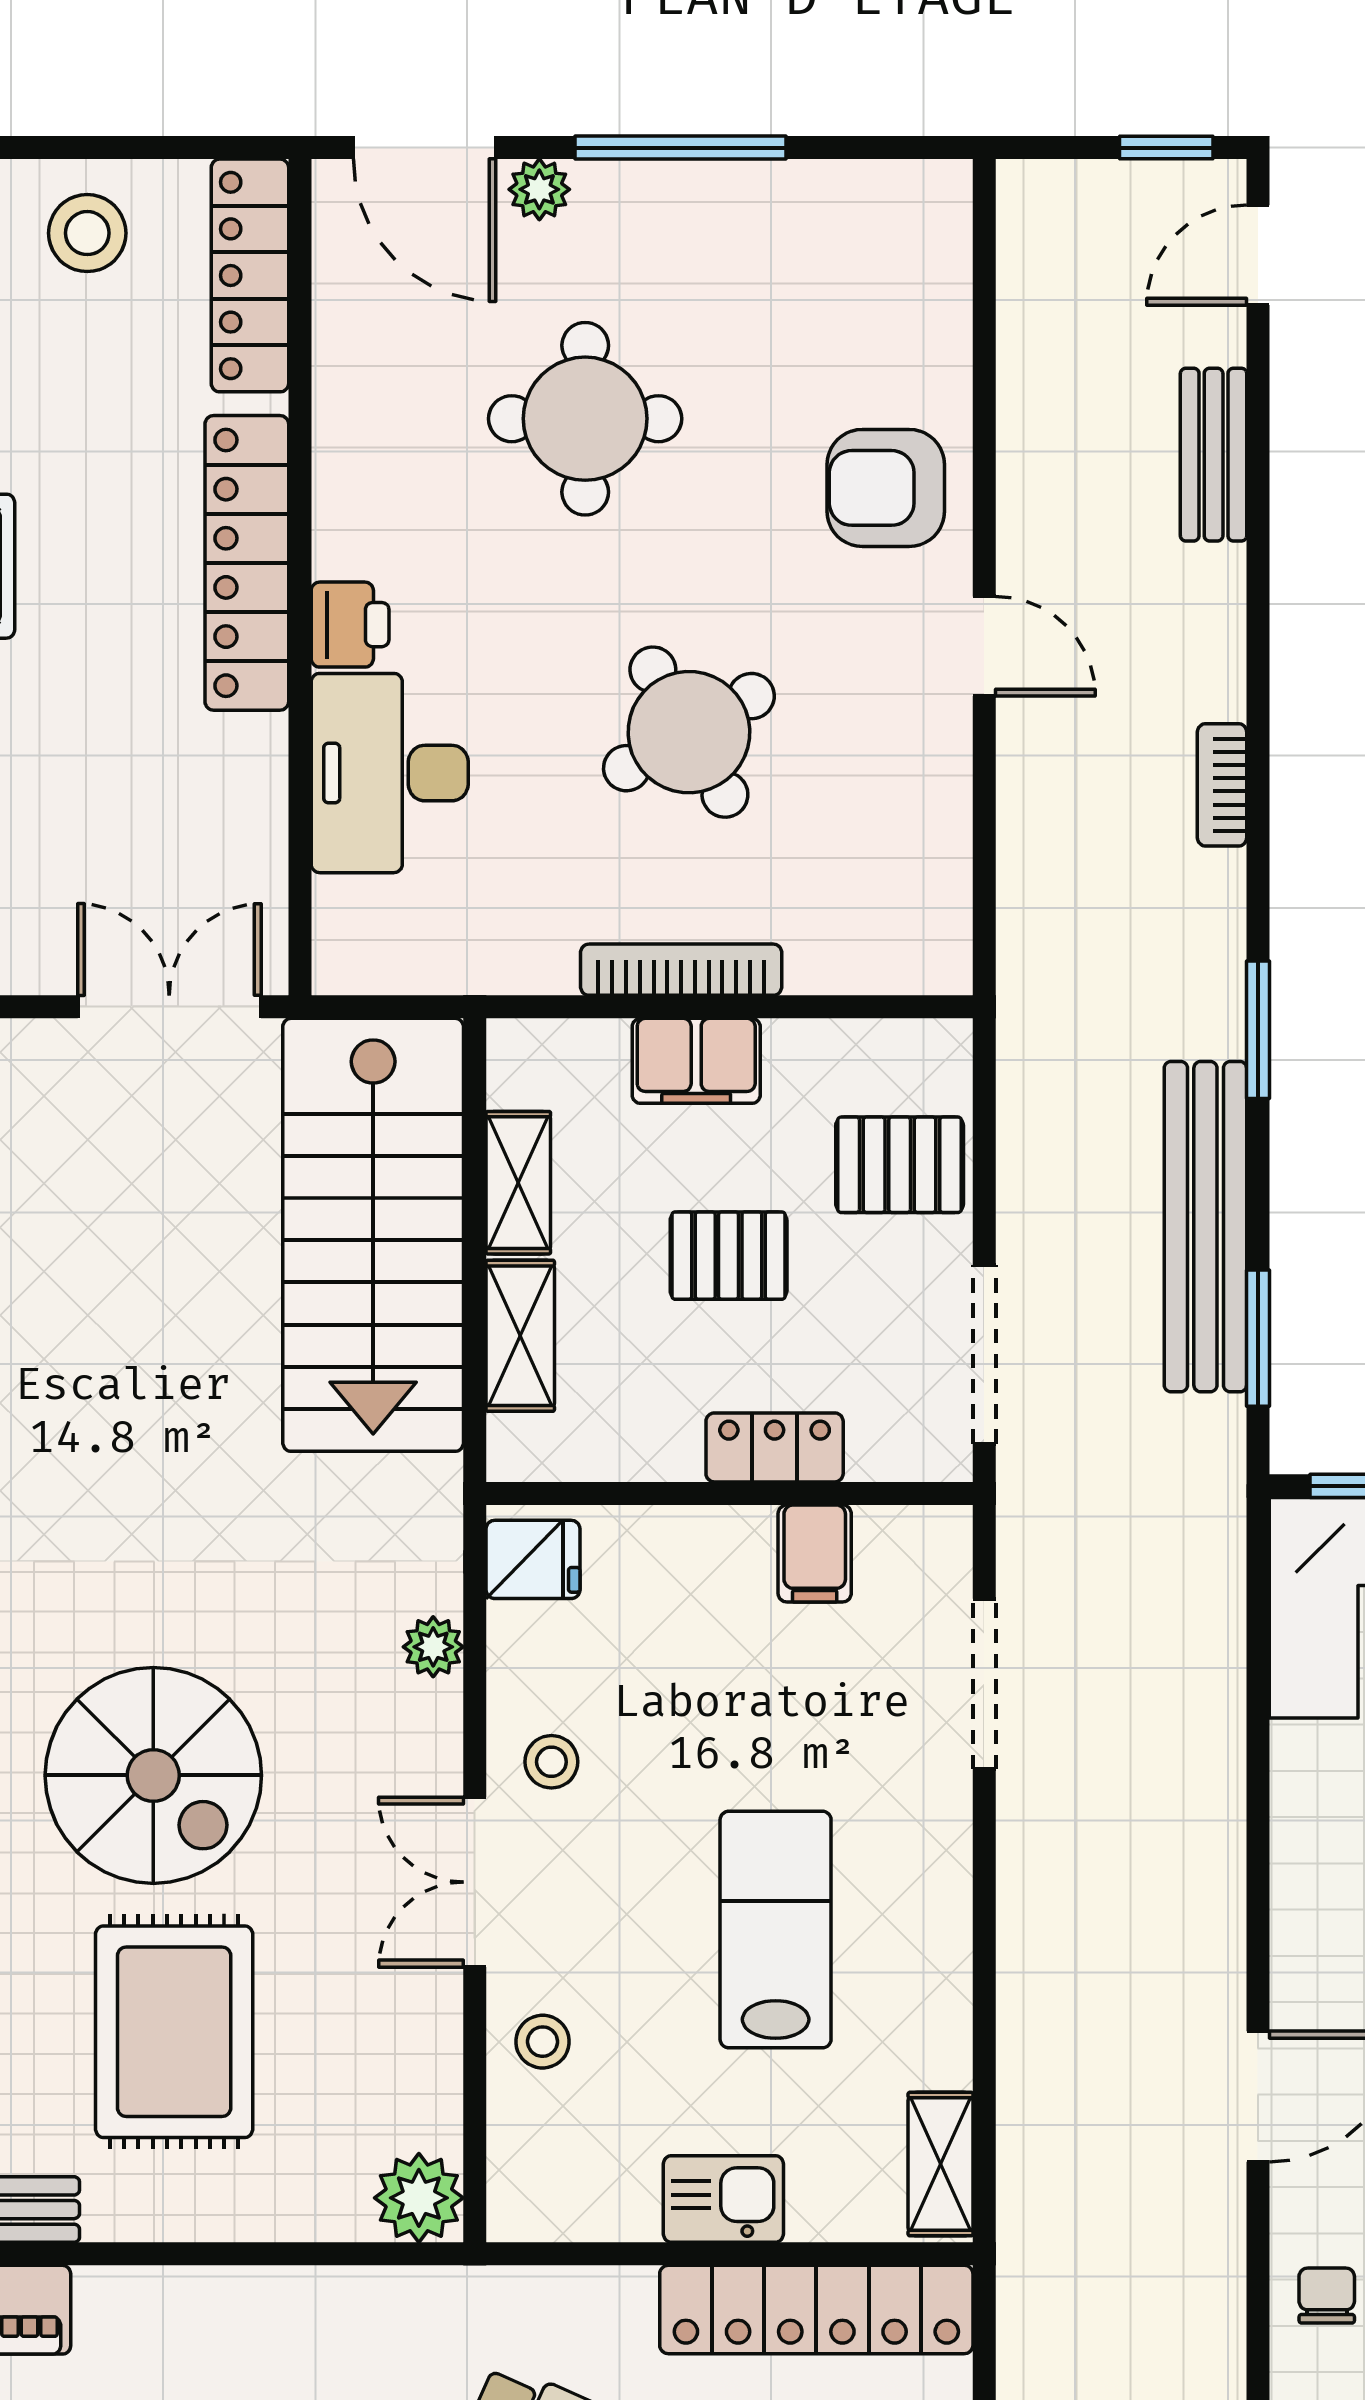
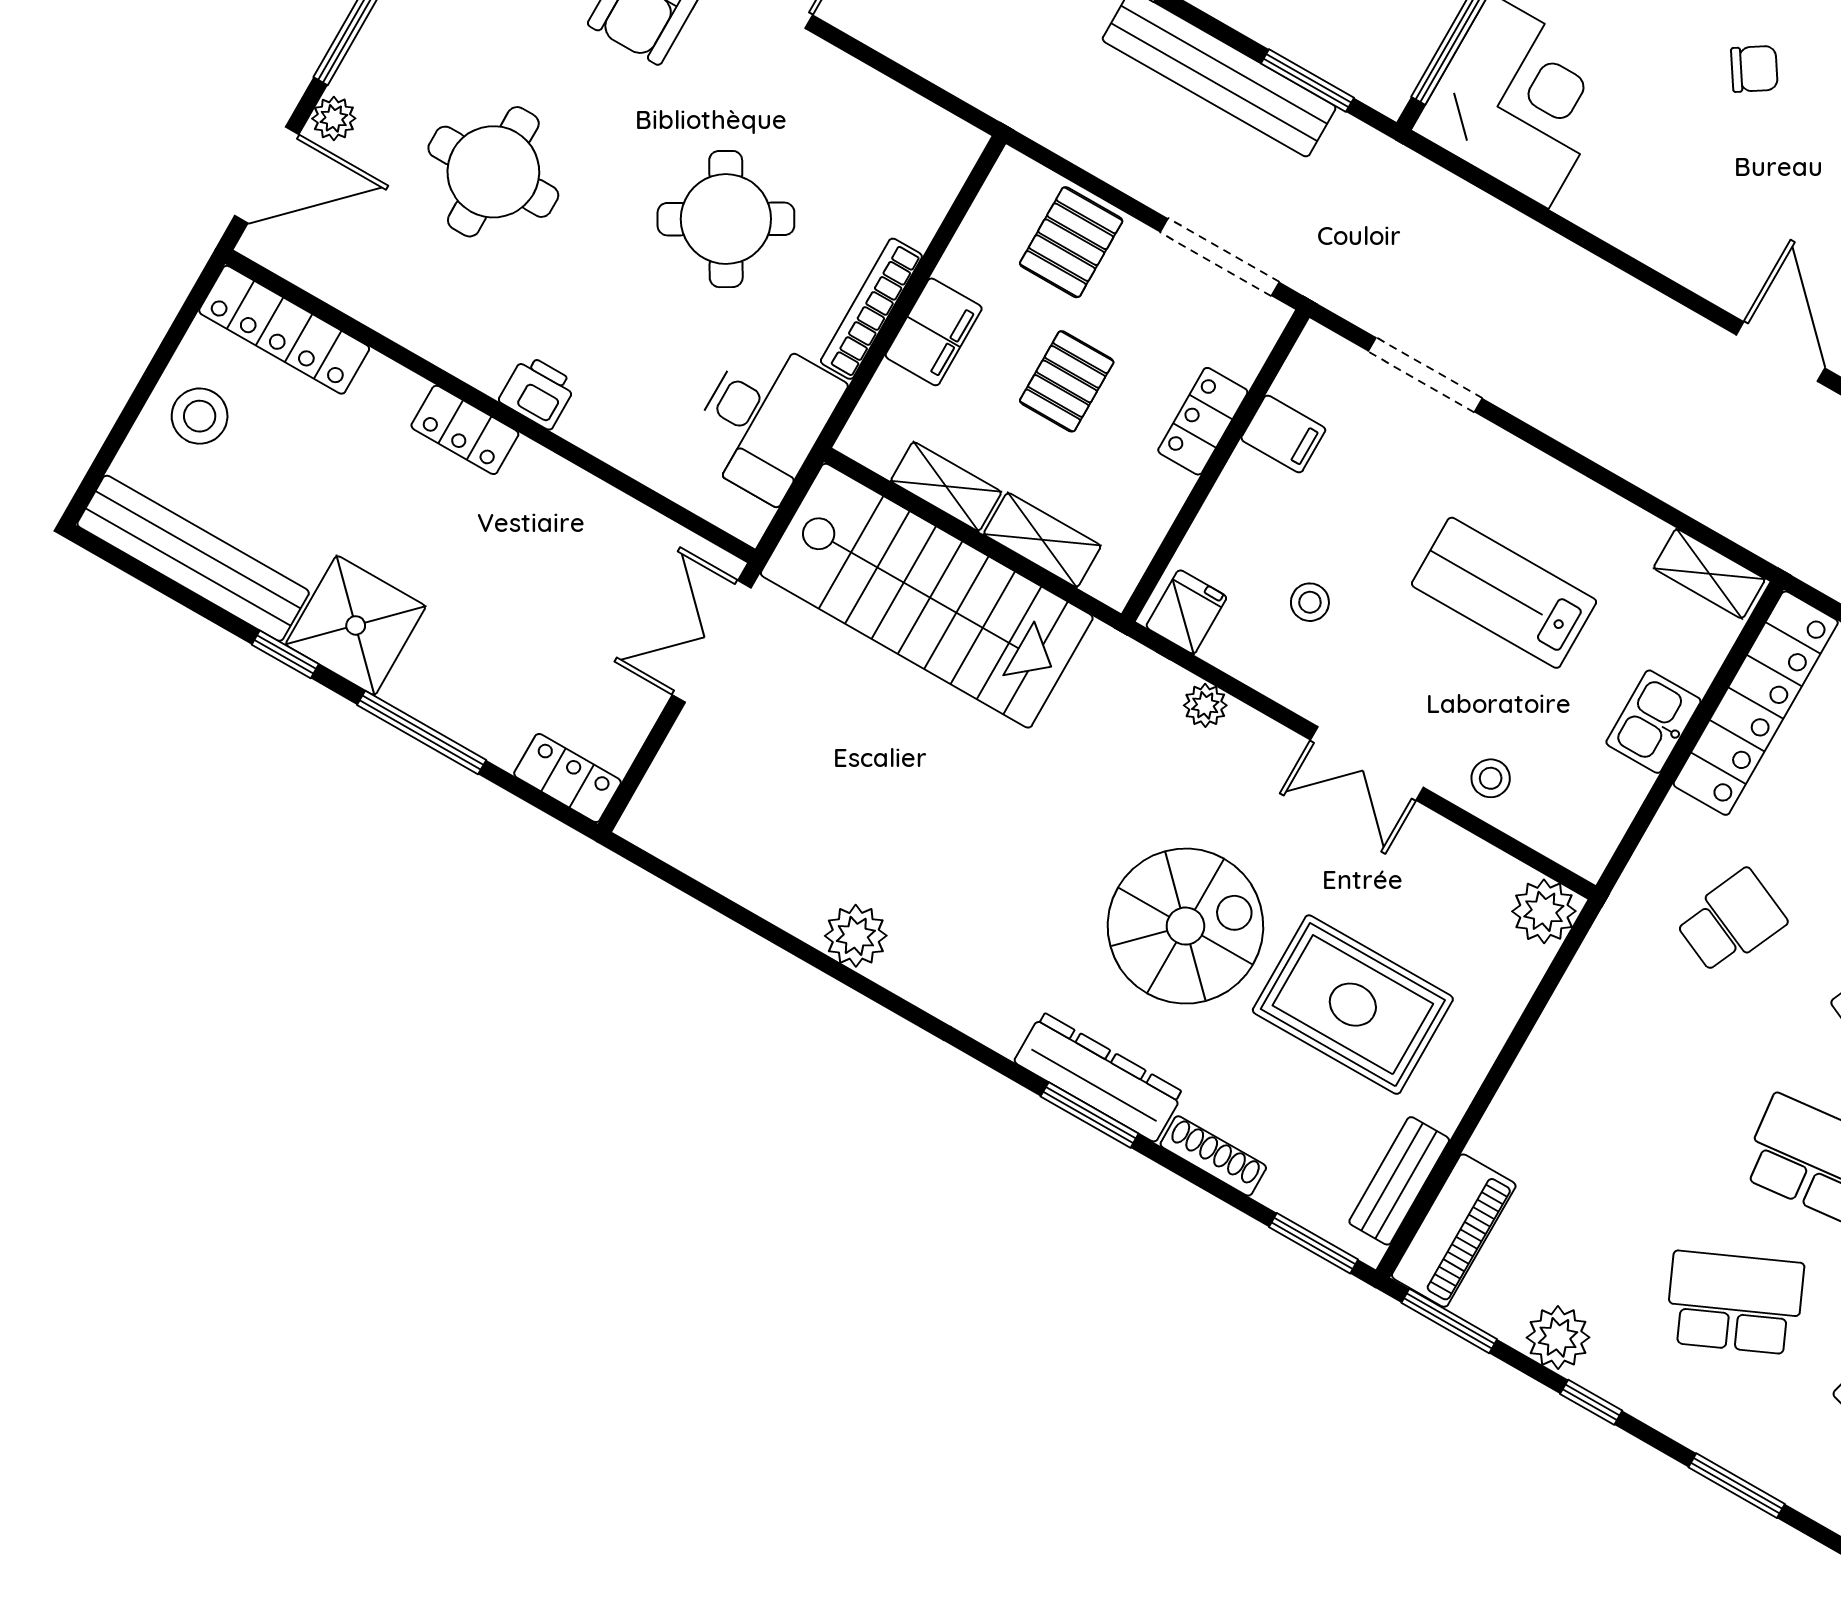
locker: (247, 563) -> (465, 430), width x0.46, depth x0.83
desk: (390, 773) -> (765, 419), moved, turned -90
stool: (551, 1762) -> (1310, 602), moved

